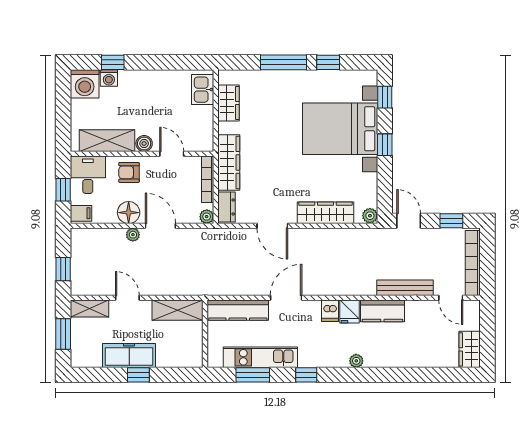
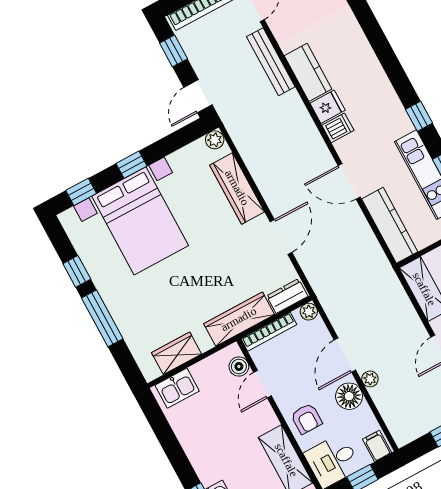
boiler: (144, 143) -> (239, 366), moved
plant: (356, 361) -> (376, 71), removed

